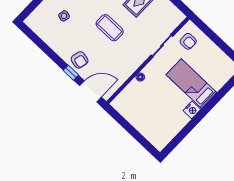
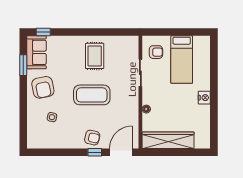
coffee table: (110, 28) -> (92, 95), width x1.36, depth x1.32
bed: (191, 84) -> (182, 59), moved, turned -90
wardrobe: (134, 116) -> (168, 140), added

